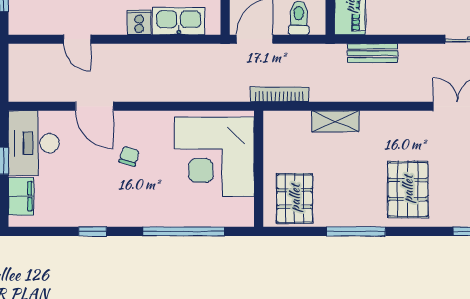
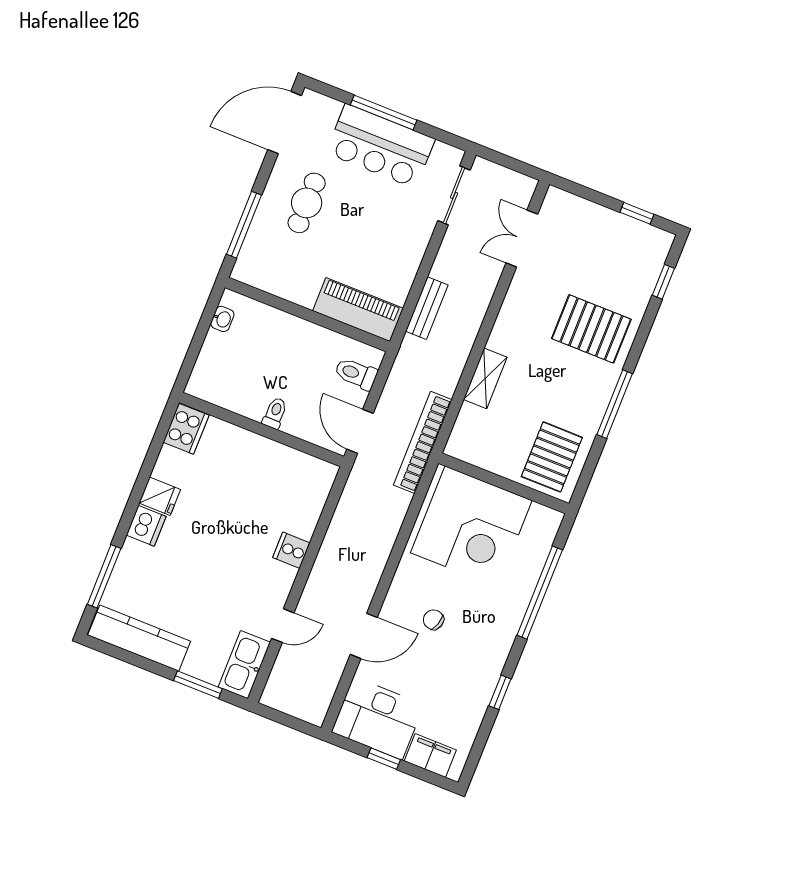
kitchen sink: (179, 21) -> (244, 665), moved
bookcase: (279, 94) -> (423, 442), width x1.48, depth x1.31
pallet: (295, 198) -> (552, 457), turned 90

